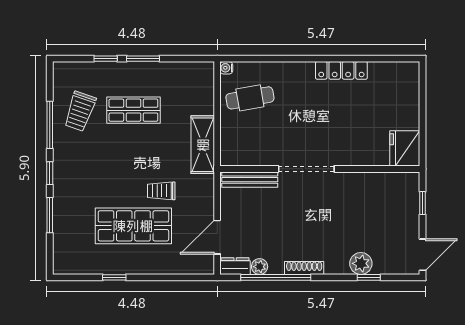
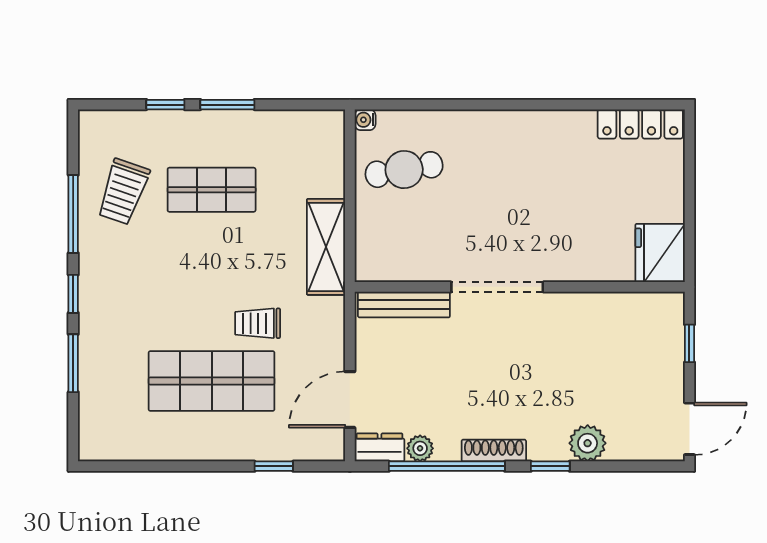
locker: (341, 70) -> (640, 124), moved
window: (114, 277) -> (274, 466), moved
window: (369, 277) -> (550, 466), moved

